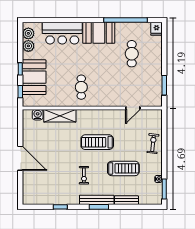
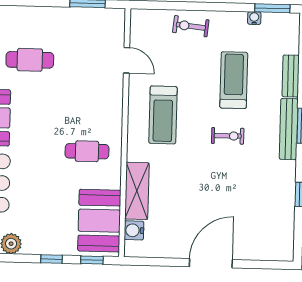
booth: (34, 77) -> (99, 221), moved, turned 90
treadmill: (97, 142) -> (163, 115), moved
exercise bike: (84, 175) -> (228, 136), moved

